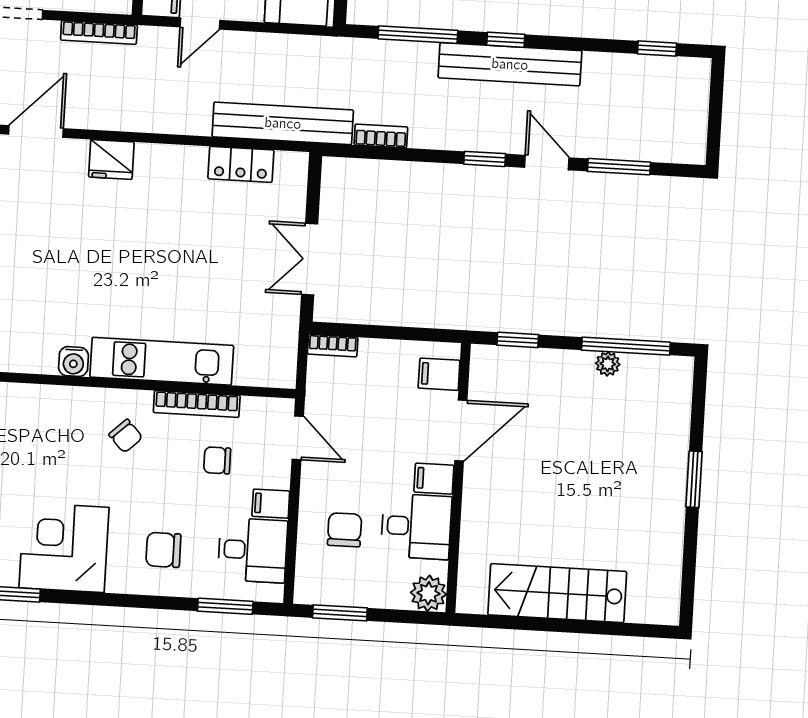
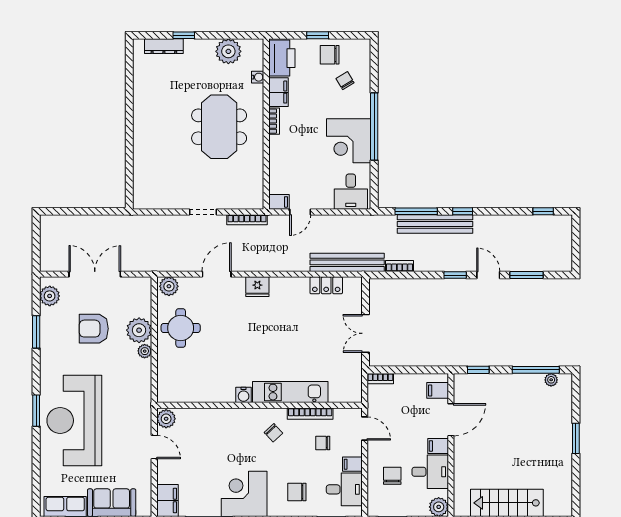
bench: (510, 64) -> (435, 224), moved
plant: (608, 364) -> (551, 380), moved

